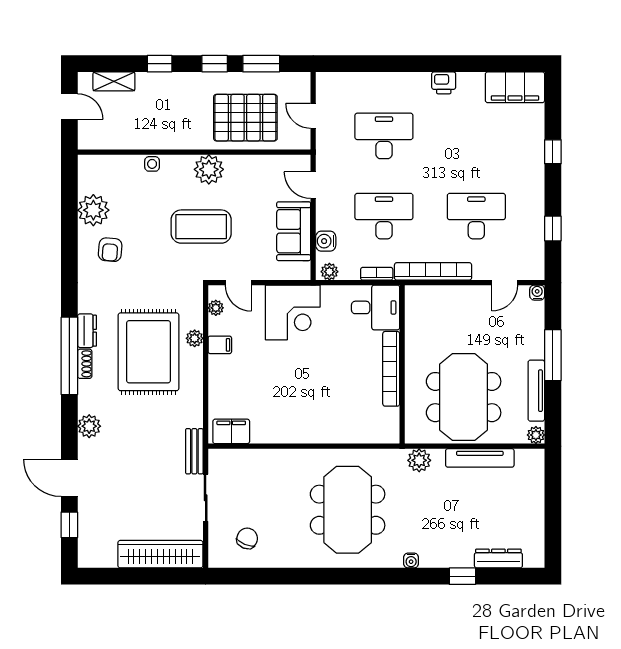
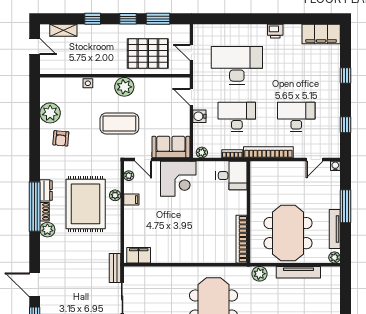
desk: (384, 136) -> (237, 65), width x1.36, depth x1.30
sofa: (294, 231) -> (171, 147), moved, turned 90
water cooler: (326, 241) -> (199, 116), moved
bookcase: (391, 369) -> (242, 239), moved
plant: (89, 426) -> (47, 230), moved

